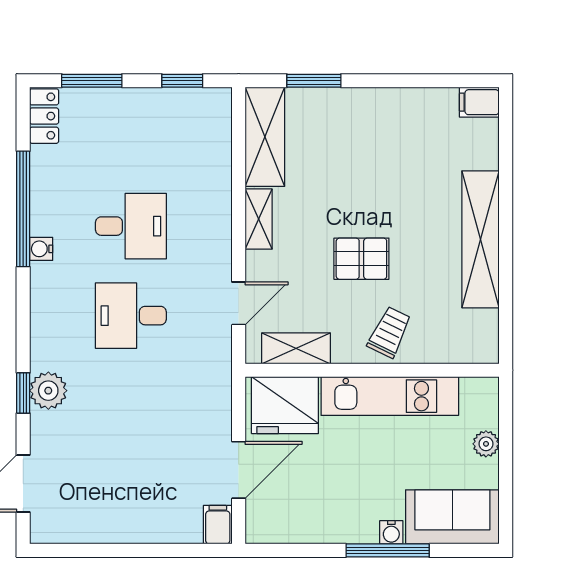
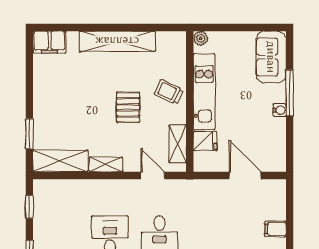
filing cabinet: (479, 102) -> (49, 42), width x2.00
fridge: (285, 405) -> (205, 141), width x0.53, depth x0.75
plant: (486, 444) -> (201, 38), moved
filing cabinet: (218, 525) -> (275, 229), moved
water cooler: (391, 532) -> (280, 110), moved

